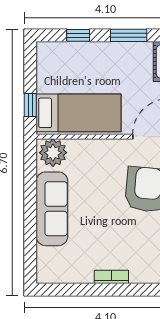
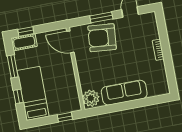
bed: (79, 113) -> (33, 93), moved

